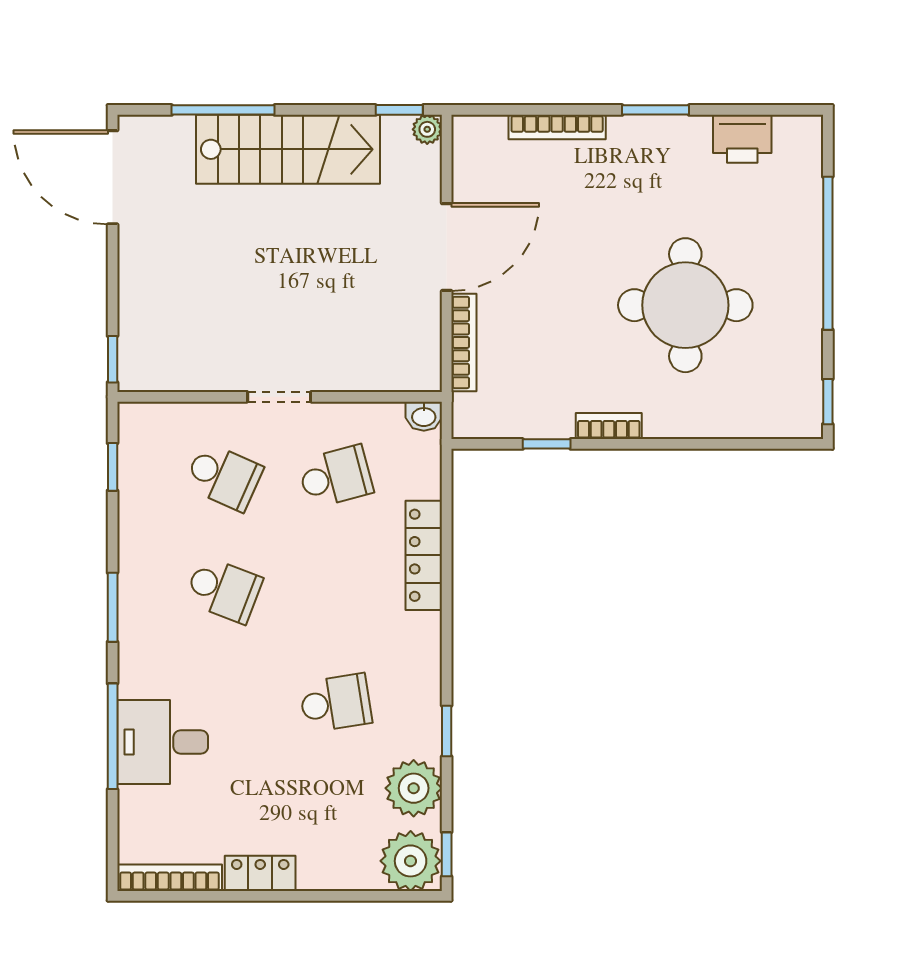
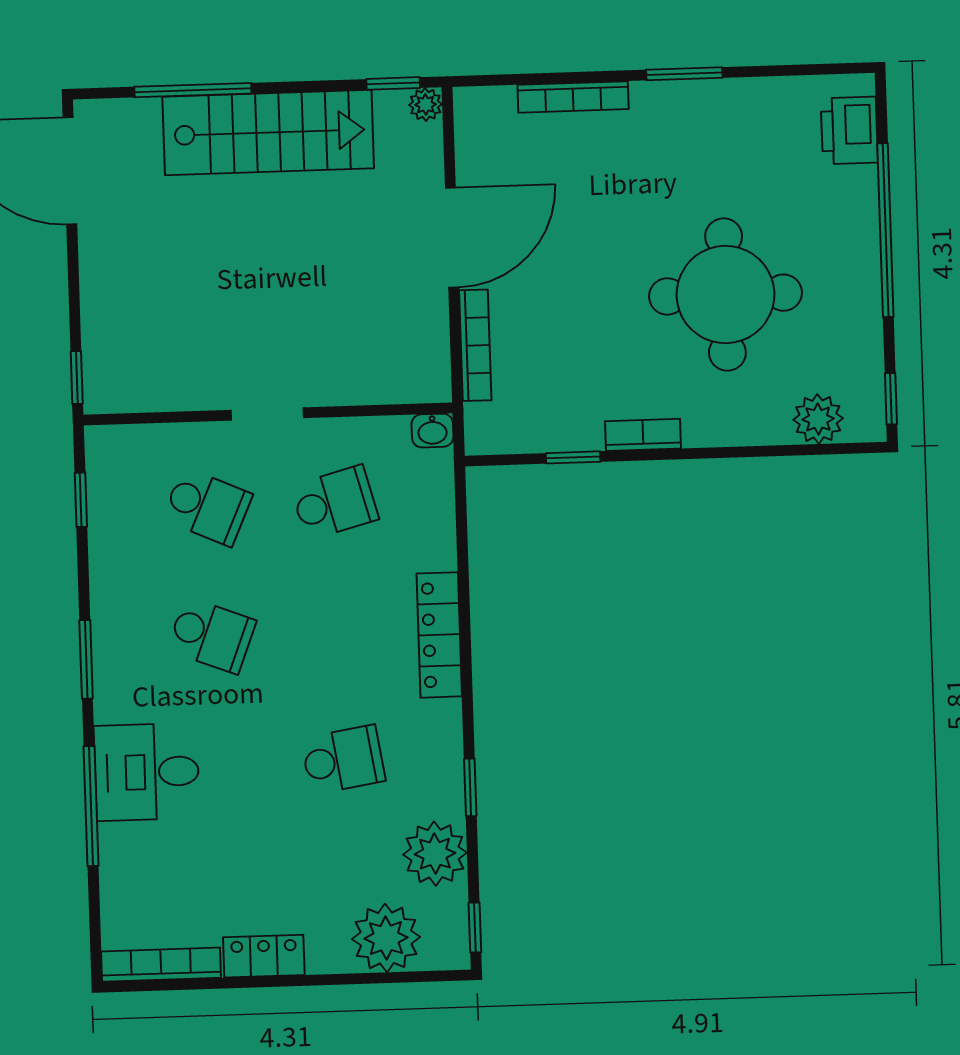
printer: (742, 139) -> (849, 131), moved, turned 90
plant: (763, 417) -> (818, 419), added
locker: (424, 555) -> (439, 635), moved
desk: (163, 742) -> (147, 772), moved
plant: (411, 861) -> (386, 938), moved

